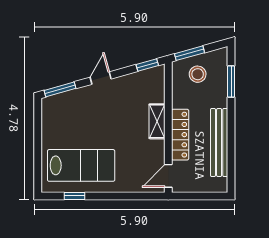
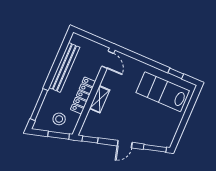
window: (231, 82) -> (39, 105), width x1.44
locker: (180, 135) -> (83, 95), moved
door: (168, 176) -> (108, 60), hinge flipped

